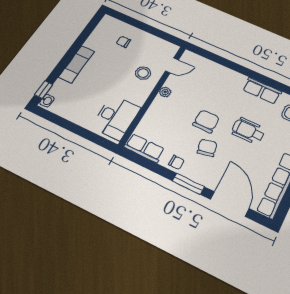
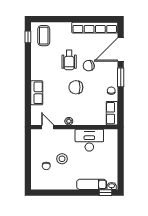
exam couch: (77, 64) -> (92, 184), moved
stool: (143, 73) -> (62, 159), moved
row of seats: (262, 91) -> (37, 93), moved
desk: (116, 117) -> (89, 140), moved
chair: (207, 148) -> (89, 66), moved

